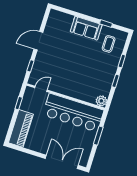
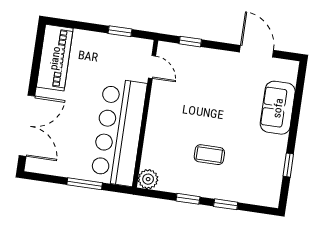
sofa: (86, 28) -> (278, 108), moved
door: (38, 41) -> (257, 51), moved
coffee table: (109, 44) -> (209, 155), moved
piano: (21, 128) -> (55, 58), moved, turned -90

